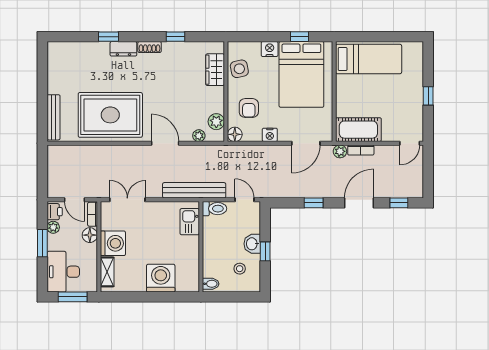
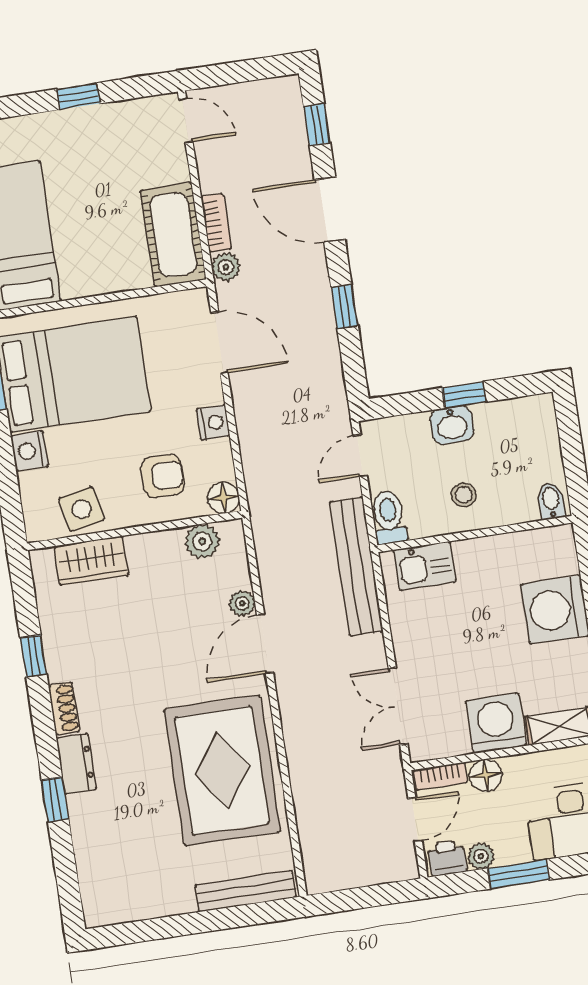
plant: (199, 136) -> (242, 603), moved
stool: (240, 269) -> (464, 495), moved

